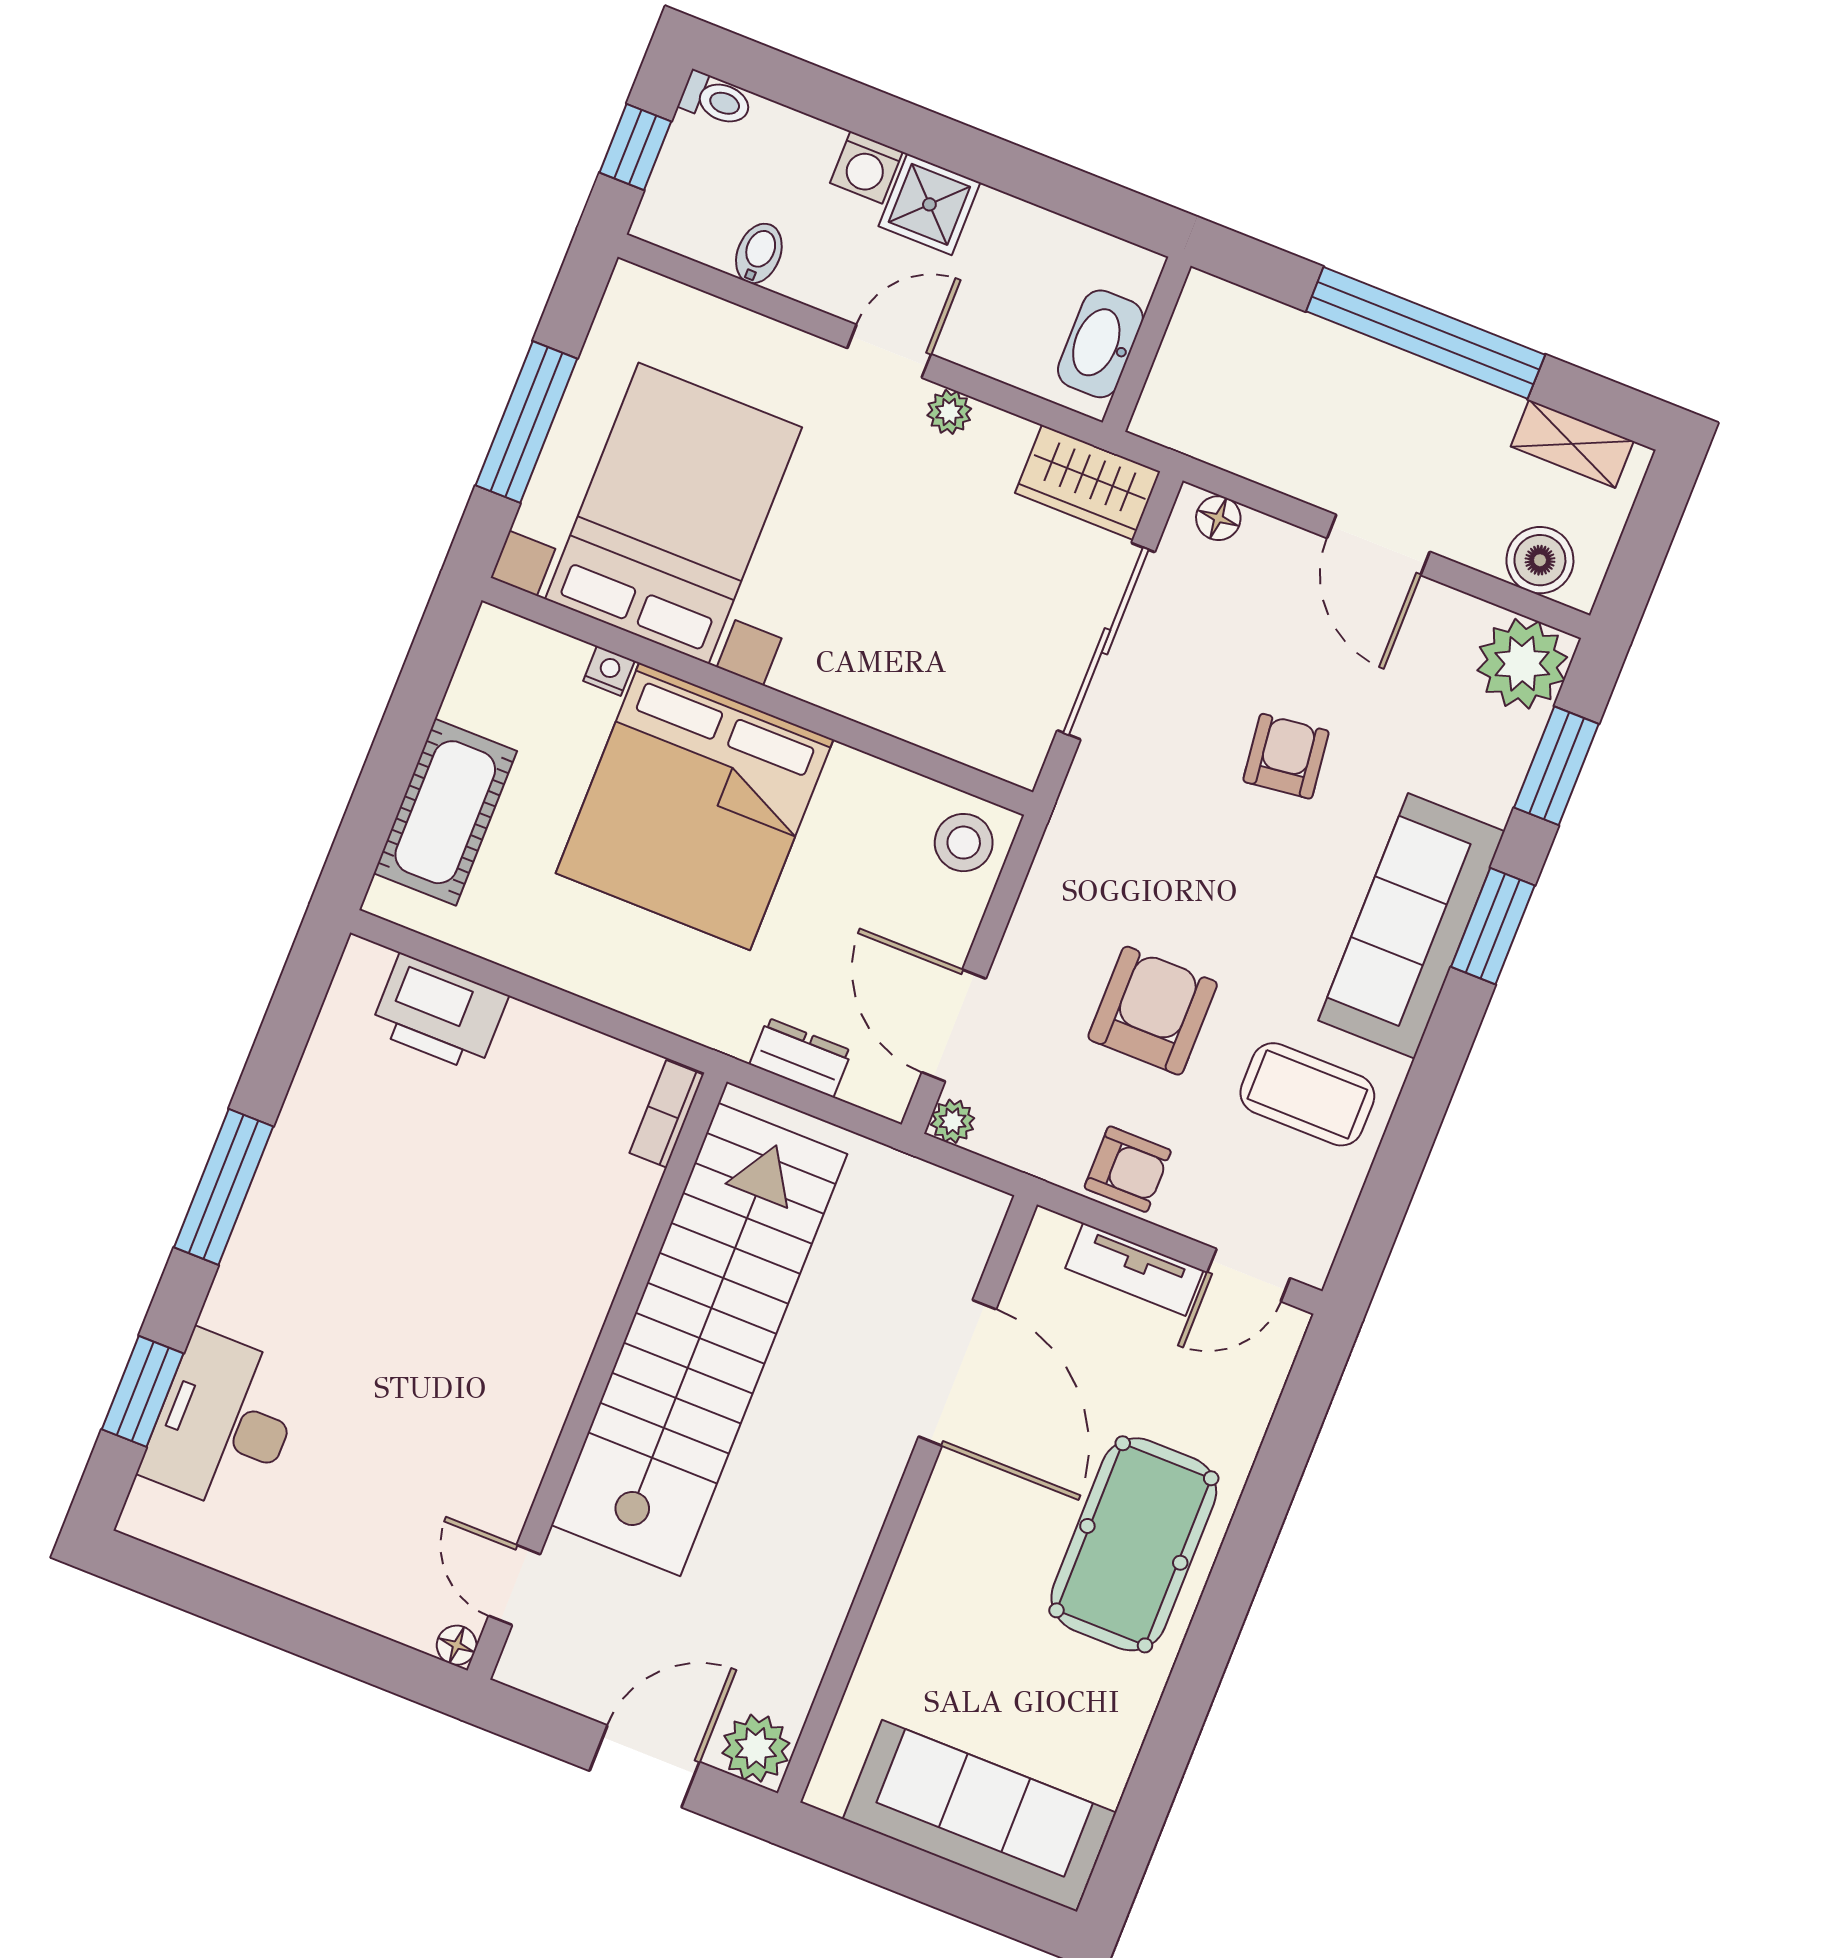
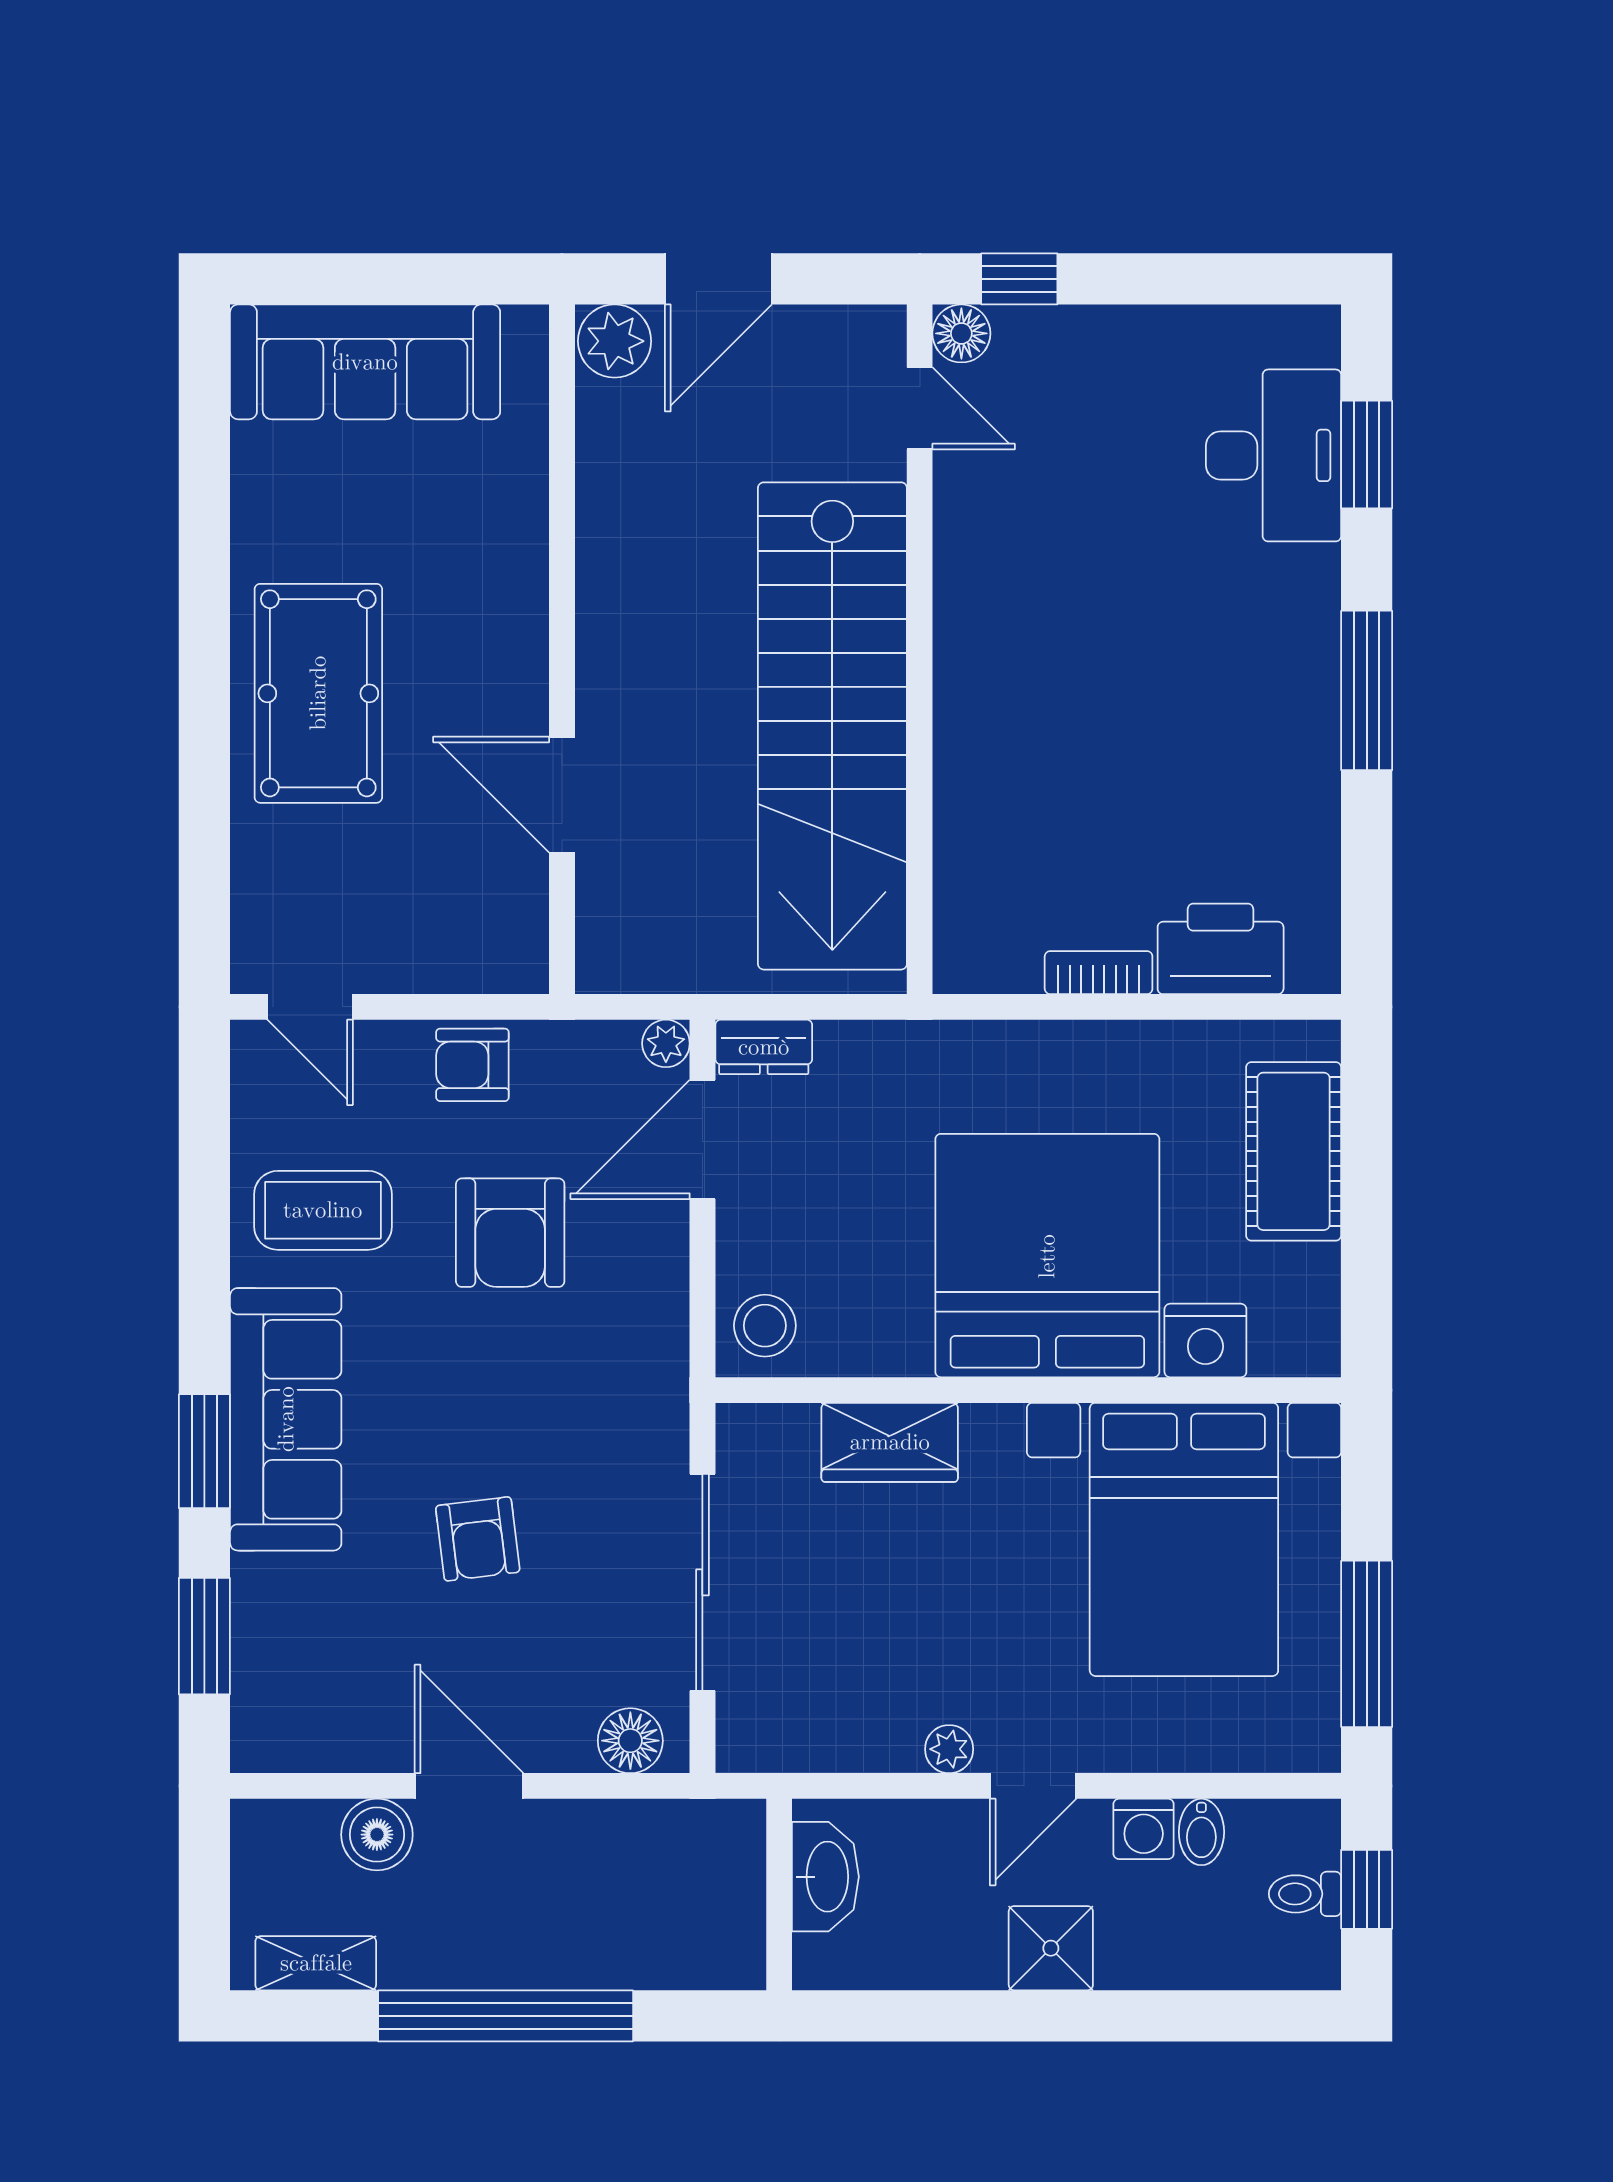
toilet: (716, 100) -> (1305, 1894), moved
washing machine: (866, 167) -> (1144, 1829), moved, turned 180
window: (526, 422) -> (1367, 1644), moved
wardrobe: (1088, 482) -> (890, 1442), moved, turned 180
floor lamp: (1218, 518) -> (630, 1741), width x1.37, depth x1.37
boiler: (1540, 560) -> (377, 1835), moved
plant: (1522, 664) -> (279, 1724), removed
nightstand: (609, 671) -> (1205, 1341), width x1.89, depth x1.79
door: (954, 1025) -> (702, 1139), swing flipped
dresser: (801, 1058) -> (764, 1047), moved
bookcase: (667, 1114) -> (1099, 973), moved, turned -90
tv unit: (1134, 1269) -> (426, 968), removed
door: (1249, 1275) -> (310, 1007), swing flipped
door: (957, 1373) -> (562, 795), width x0.73
floor lamp: (457, 1645) -> (961, 333), width x1.37, depth x1.37
window: (384, 1663) -> (1019, 279), added

